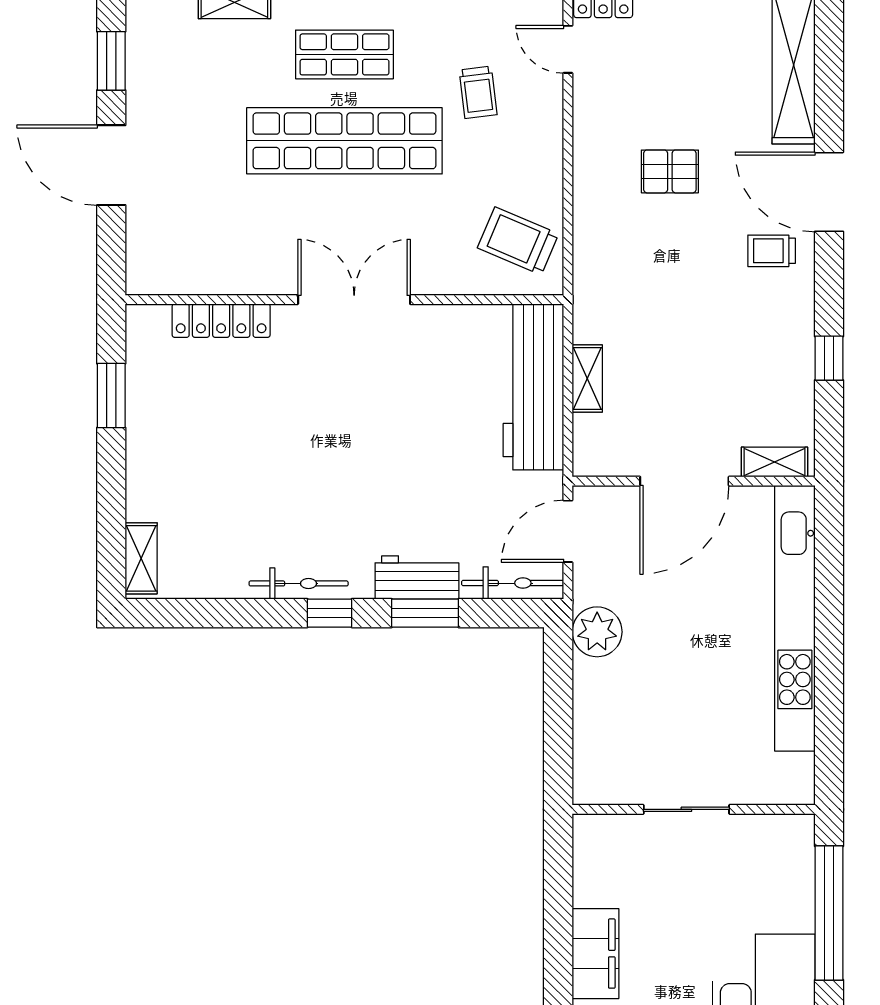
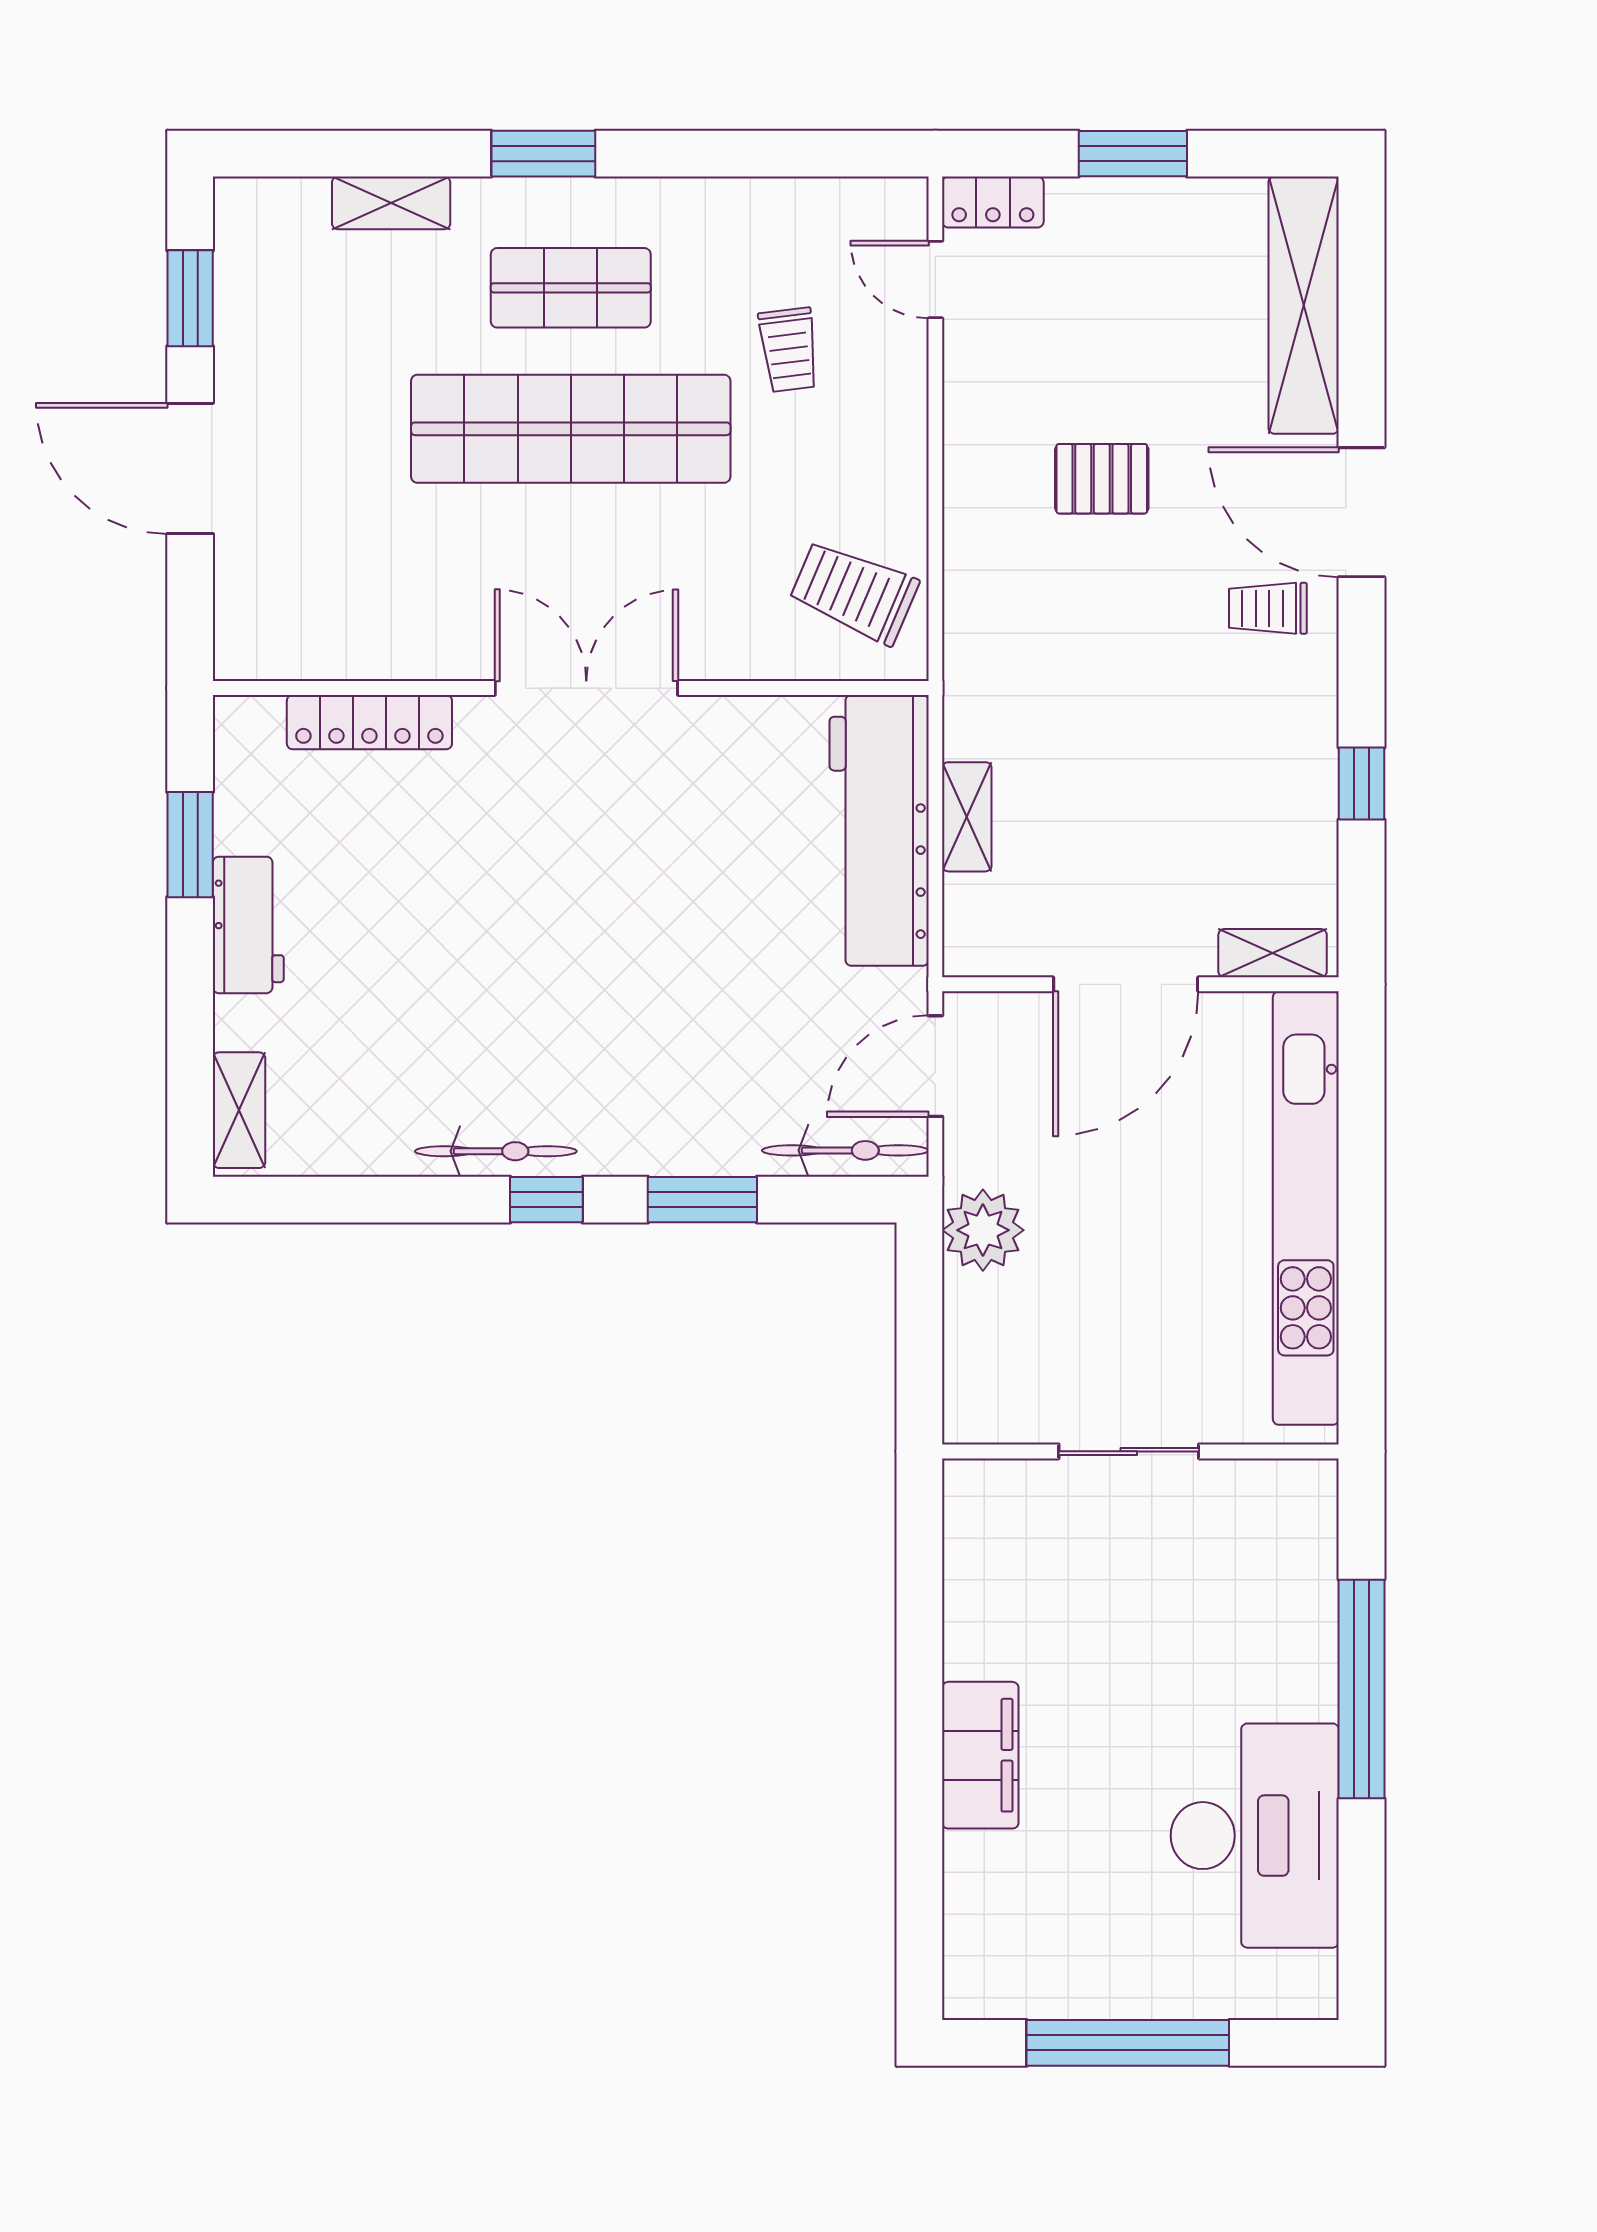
workbench: (417, 578) -> (248, 925), moved, turned 90
sliding door: (686, 809) -> (1129, 1451), moved
wall: (694, 809) -> (1140, 1451), moved

